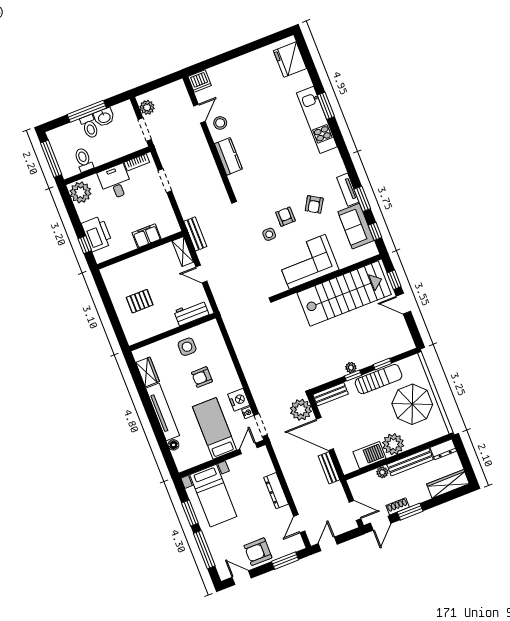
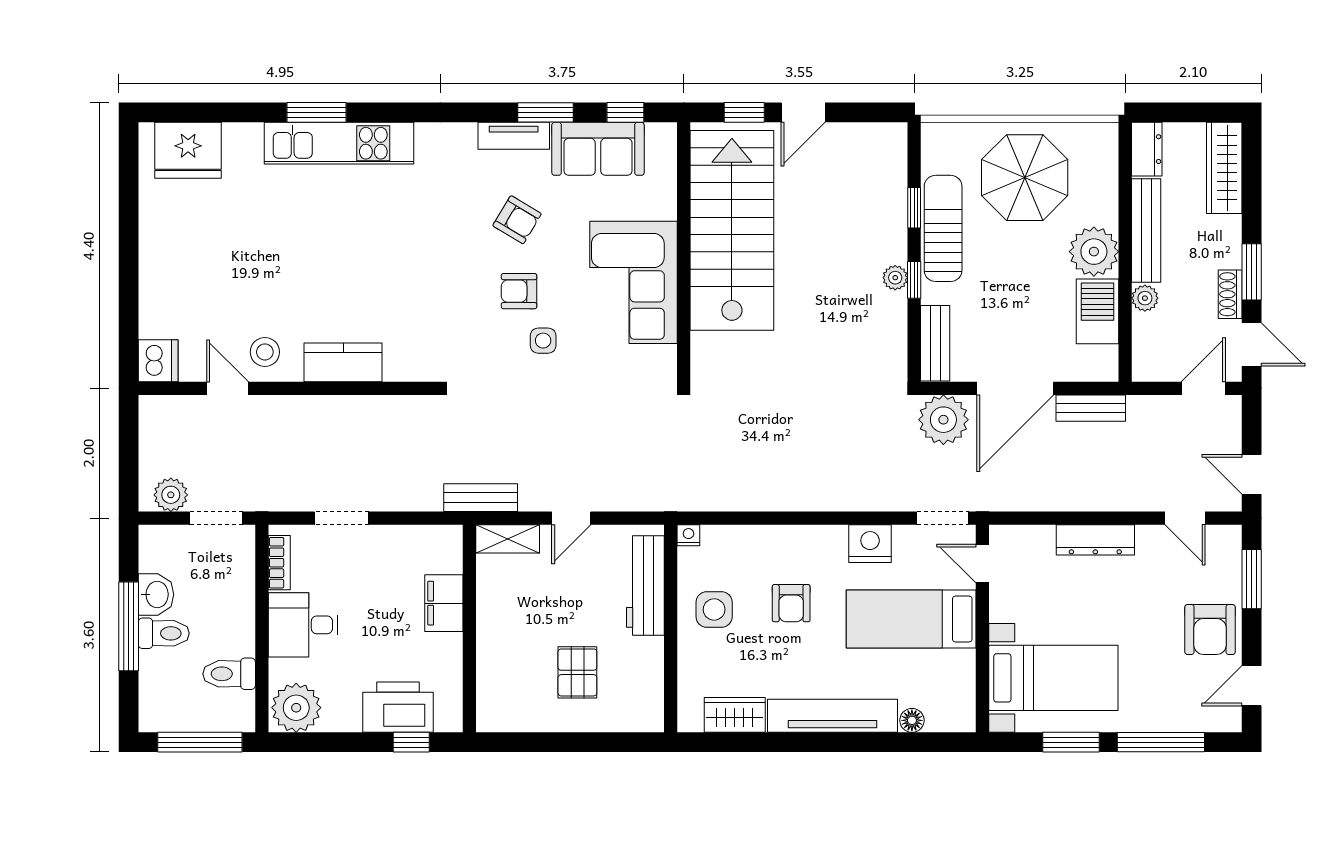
workbench: (191, 313) -> (645, 585), width x1.38
nightstand: (248, 413) -> (688, 535), moved

